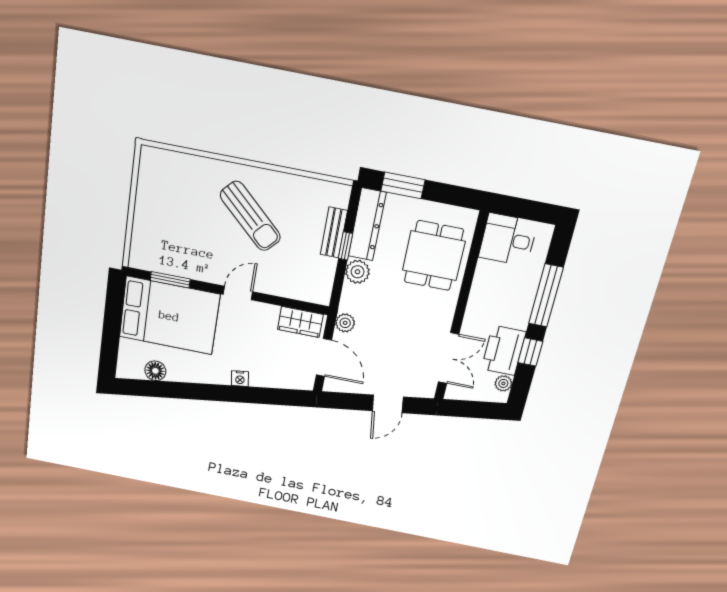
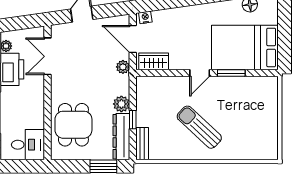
bench: (334, 233) -> (142, 144), moved
window: (170, 280) -> (231, 73), moved
nightstand: (240, 379) -> (145, 17), moved

